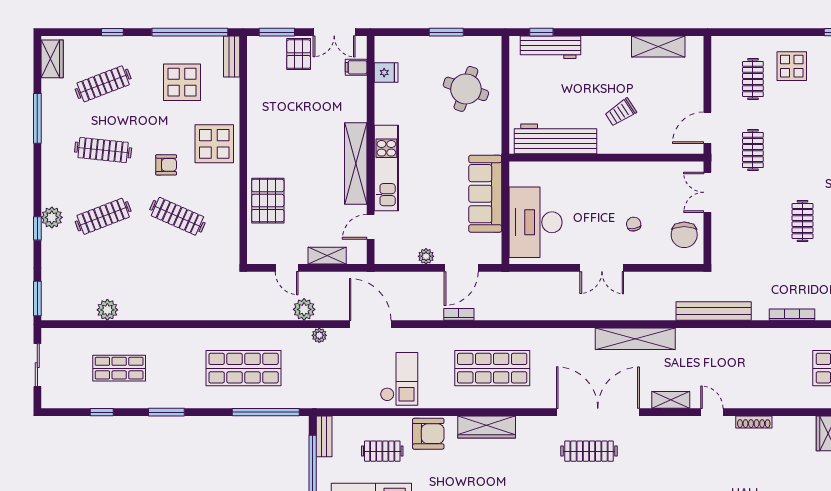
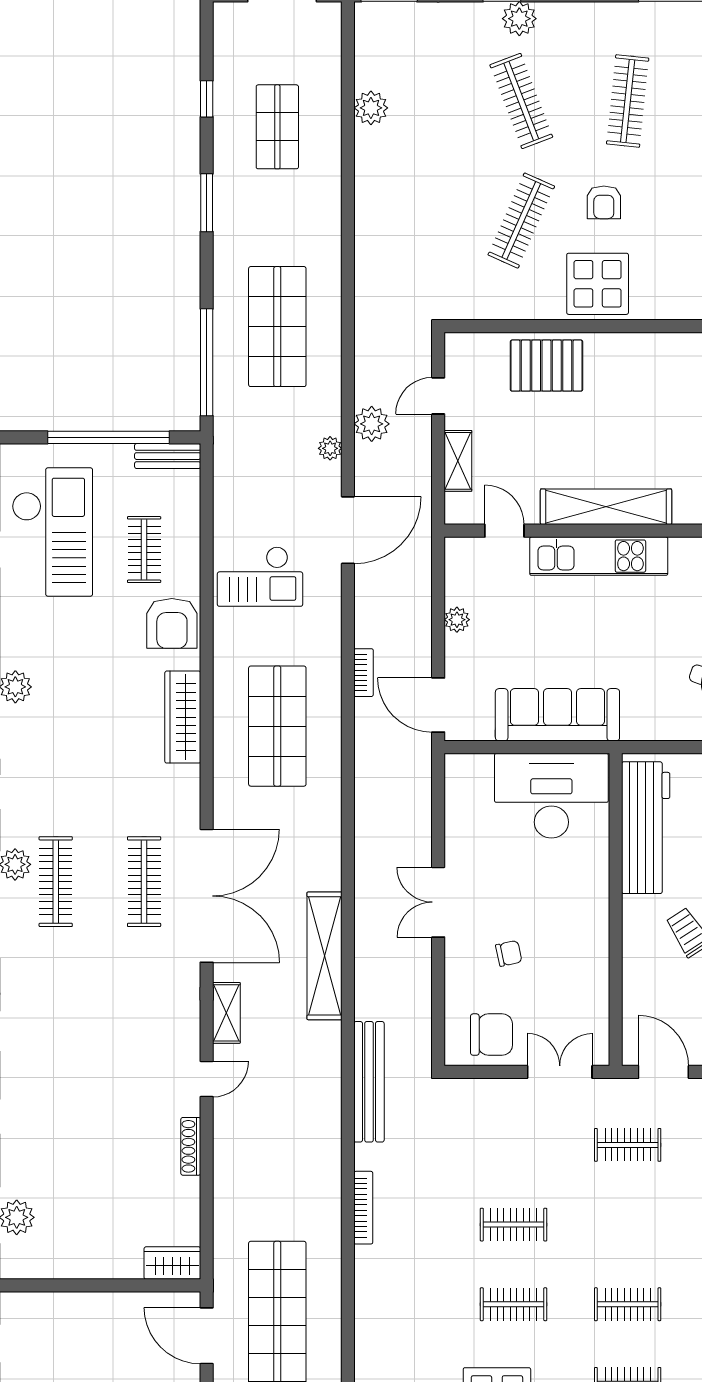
display table: (214, 144) -> (598, 284), moved
desk: (536, 222) -> (551, 796), moved
chair: (684, 235) -> (491, 1035), turned 180
door: (461, 268) -> (438, 705), moved

